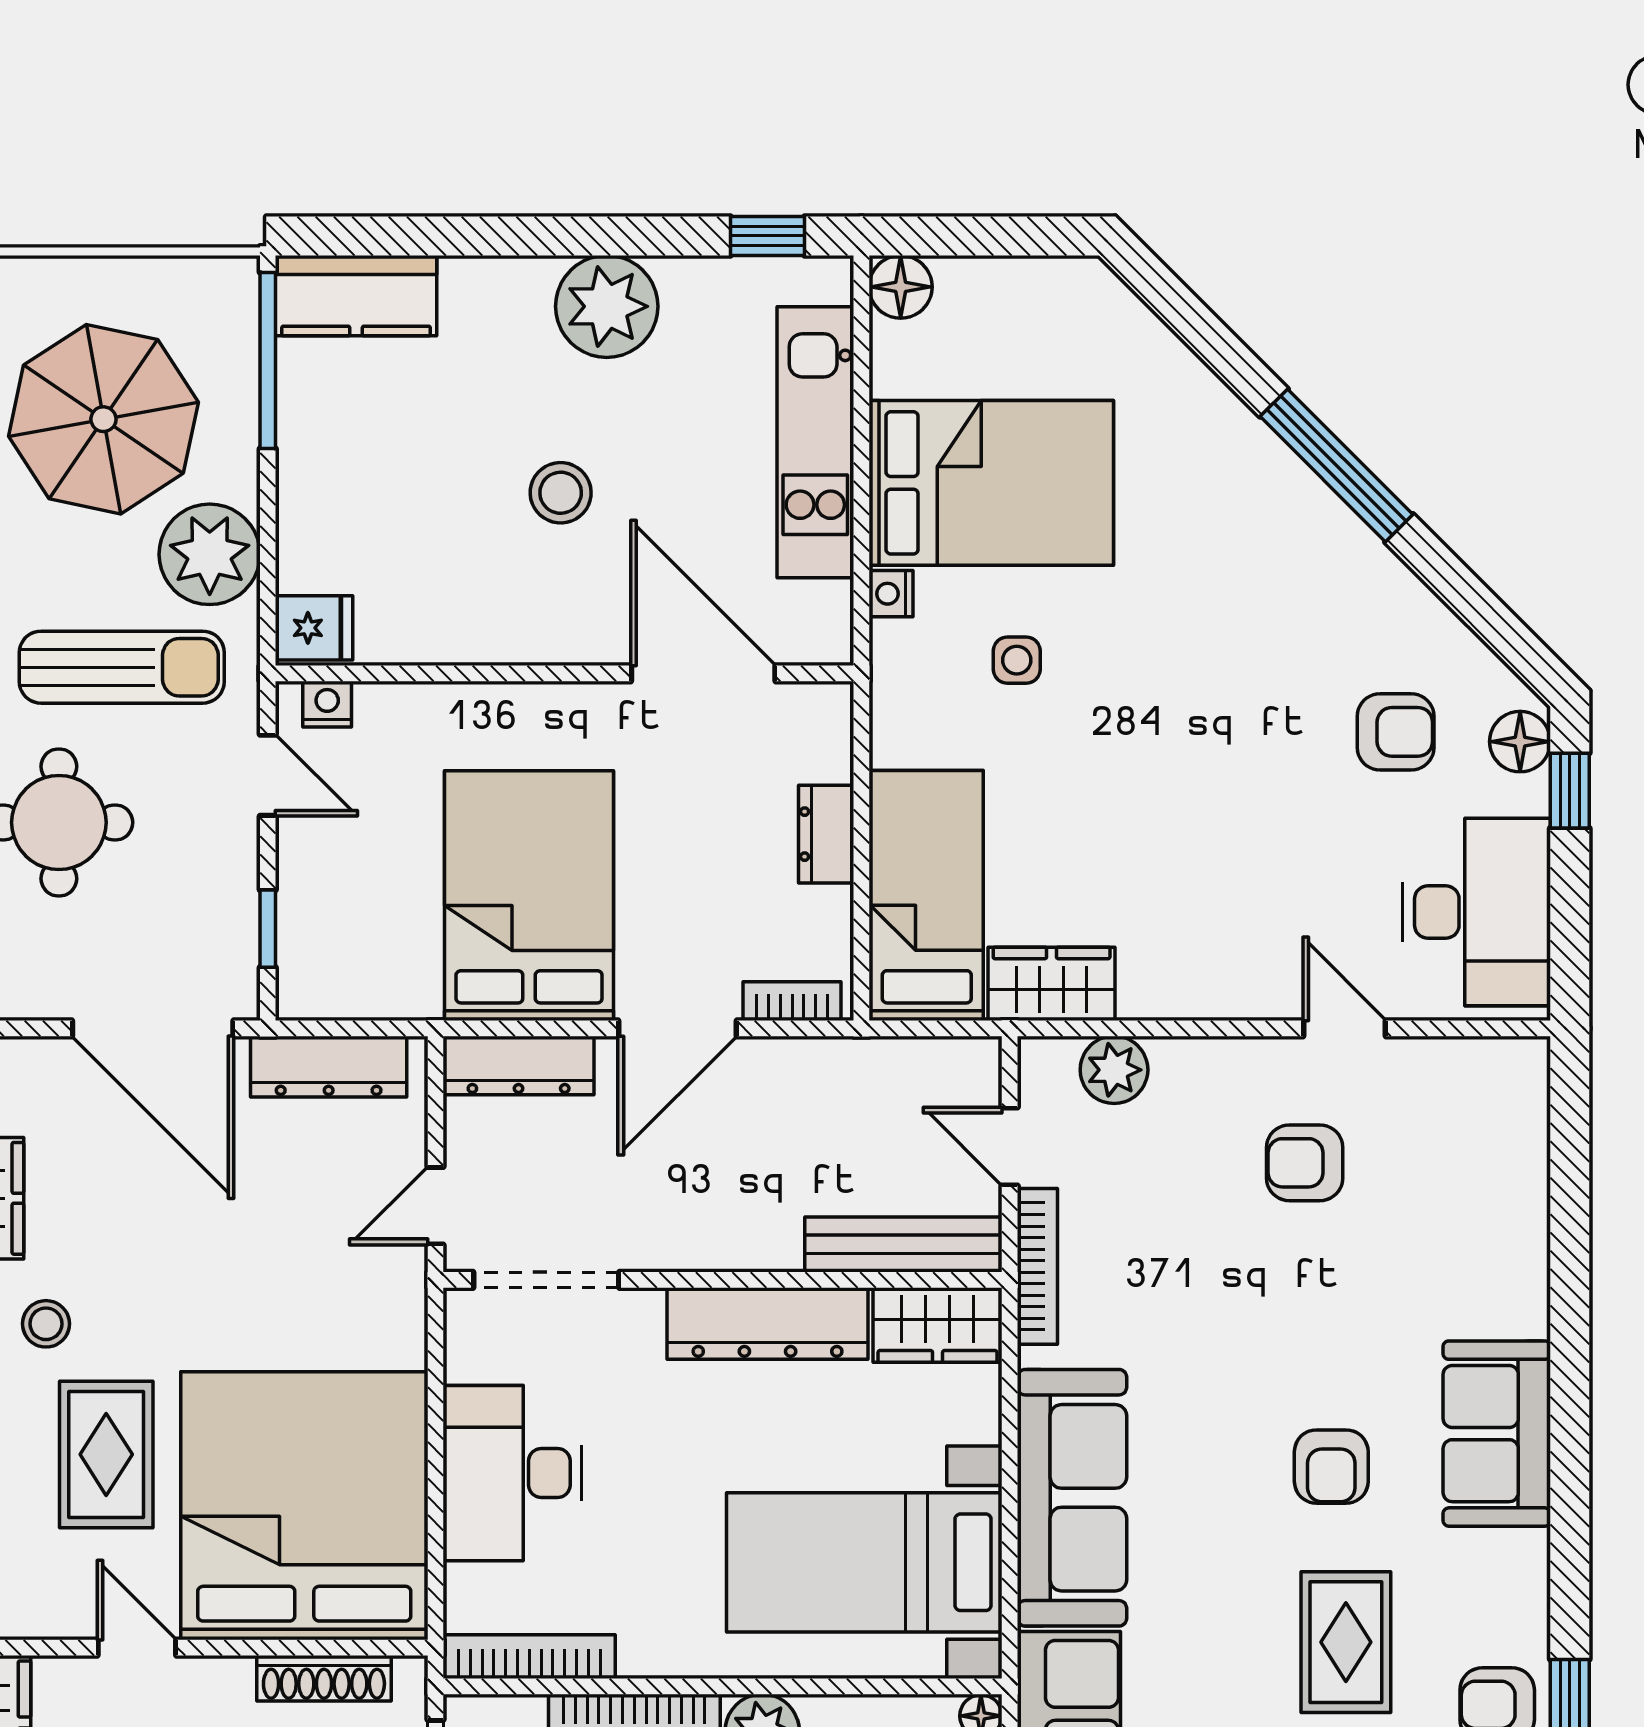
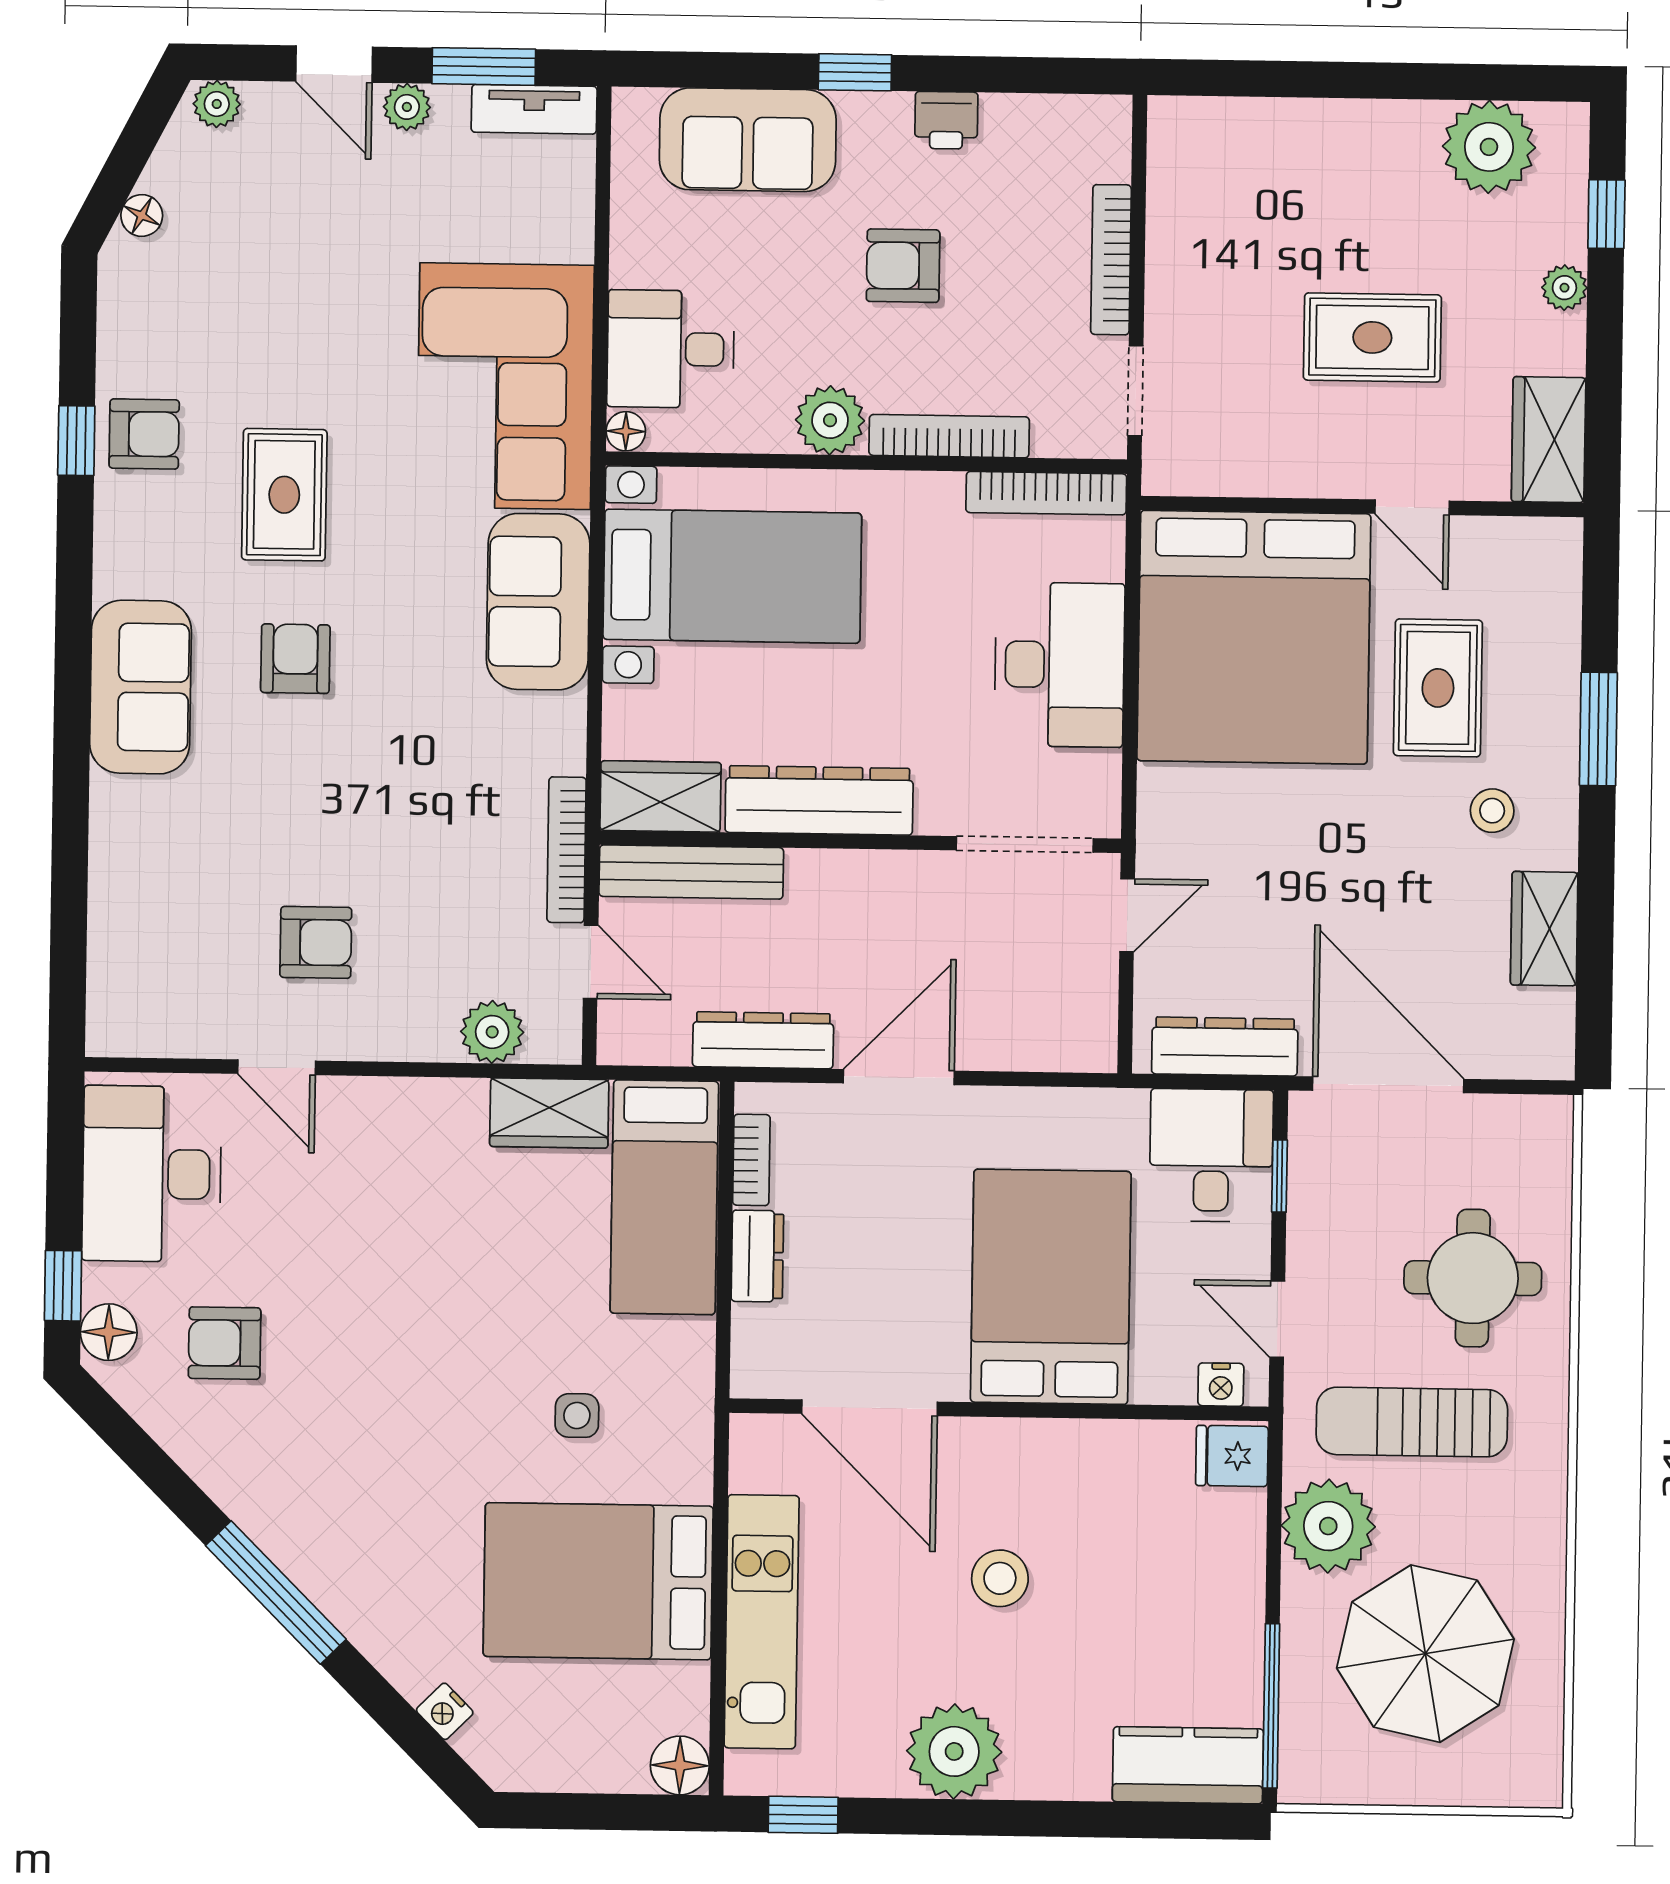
nightstand: (891, 594) -> (445, 1711), moved, turned 135
bed: (529, 896) -> (1051, 1287), moved, turned 180
desk: (341, 950) -> (1211, 1155), added
bookcase: (792, 1001) -> (751, 1160), moved, turned -90
dresser: (519, 1065) -> (763, 1040), moved
sofa: (1072, 1498) -> (538, 602), width x0.73
shoe rack: (324, 1678) -> (1238, 476), removed

